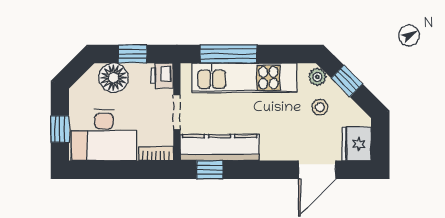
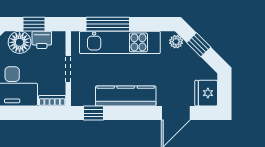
printer: (162, 76) -> (42, 40), moved, turned -90
stool: (320, 107) -> (178, 65), removed
kitchen counter: (220, 148) -> (126, 96), moved

